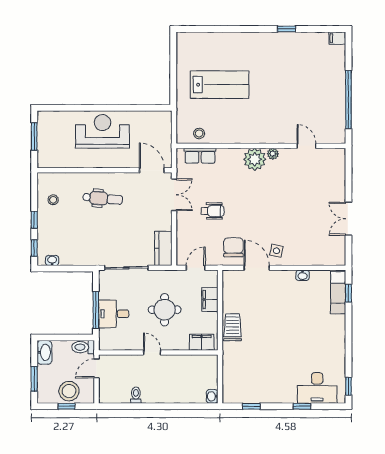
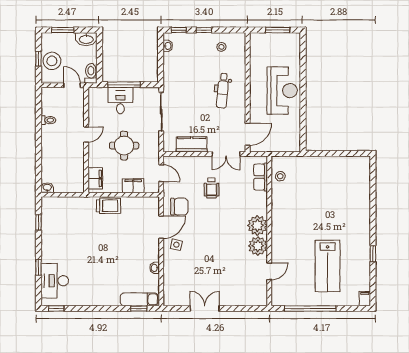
lab bench: (220, 85) -> (328, 266), moved
plant: (273, 154) -> (258, 246), width x1.88, depth x1.88
kitchen counter: (163, 248) -> (192, 144), moved

